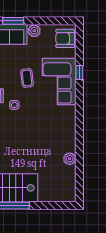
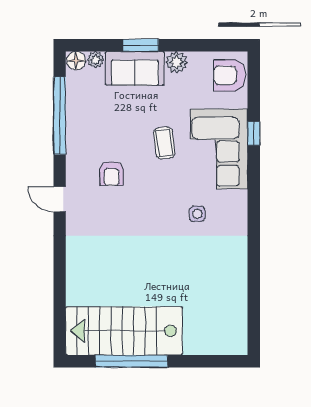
side table: (14, 105) -> (197, 214), moved
plant: (70, 159) -> (237, 281), removed

